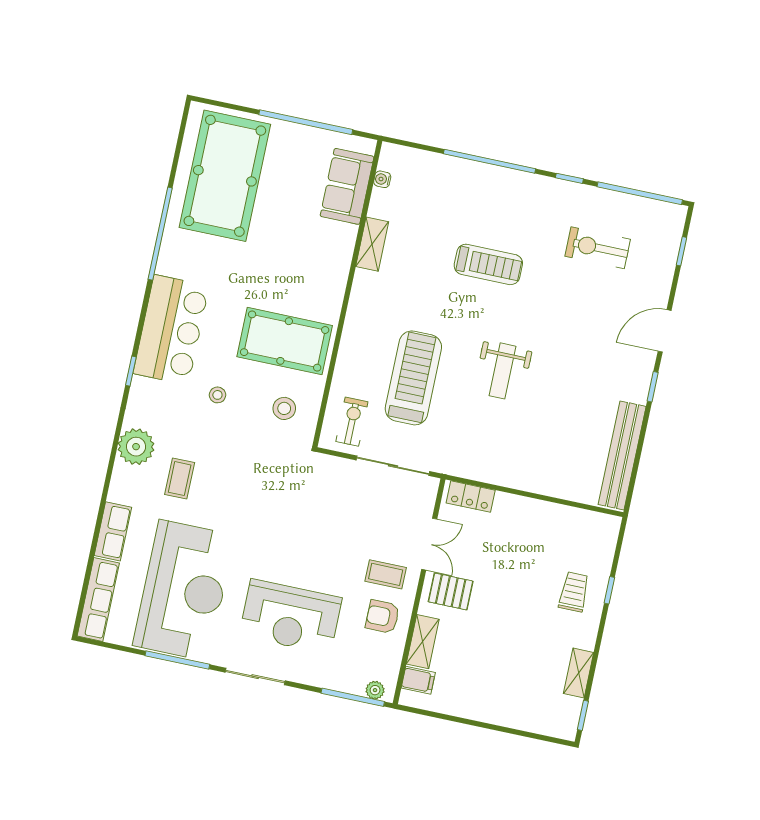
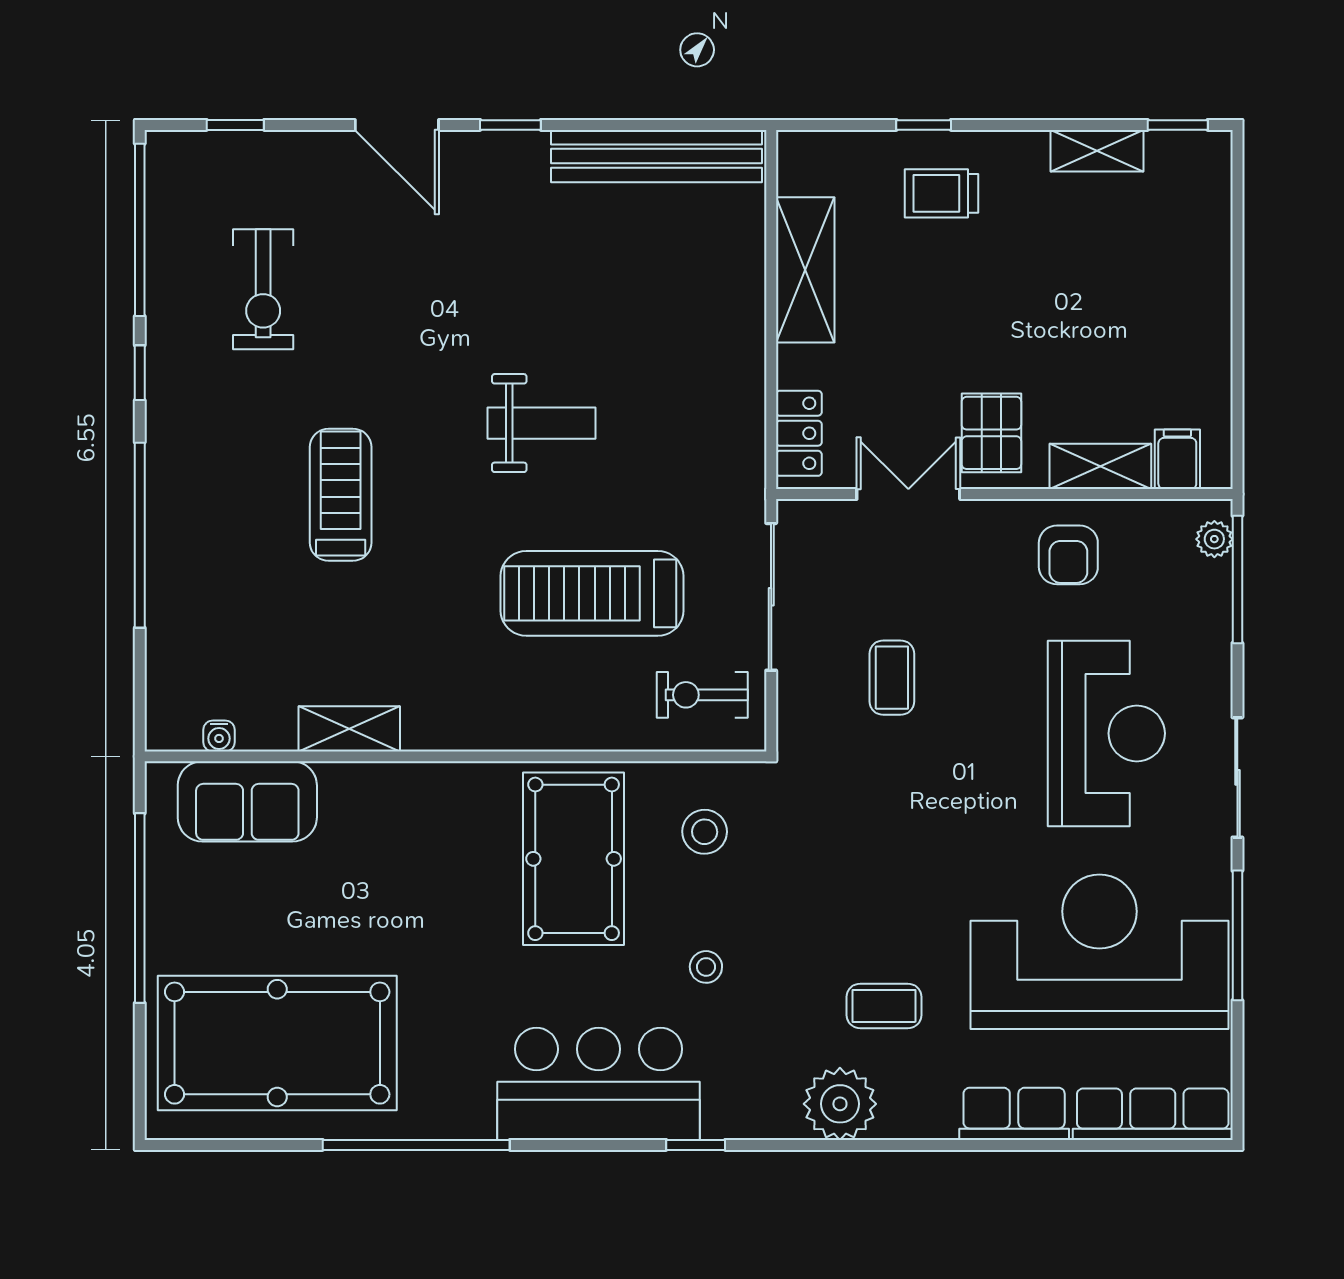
shelving: (550, 517) -> (805, 270), added
coffee table: (386, 574) -> (892, 678), moved

